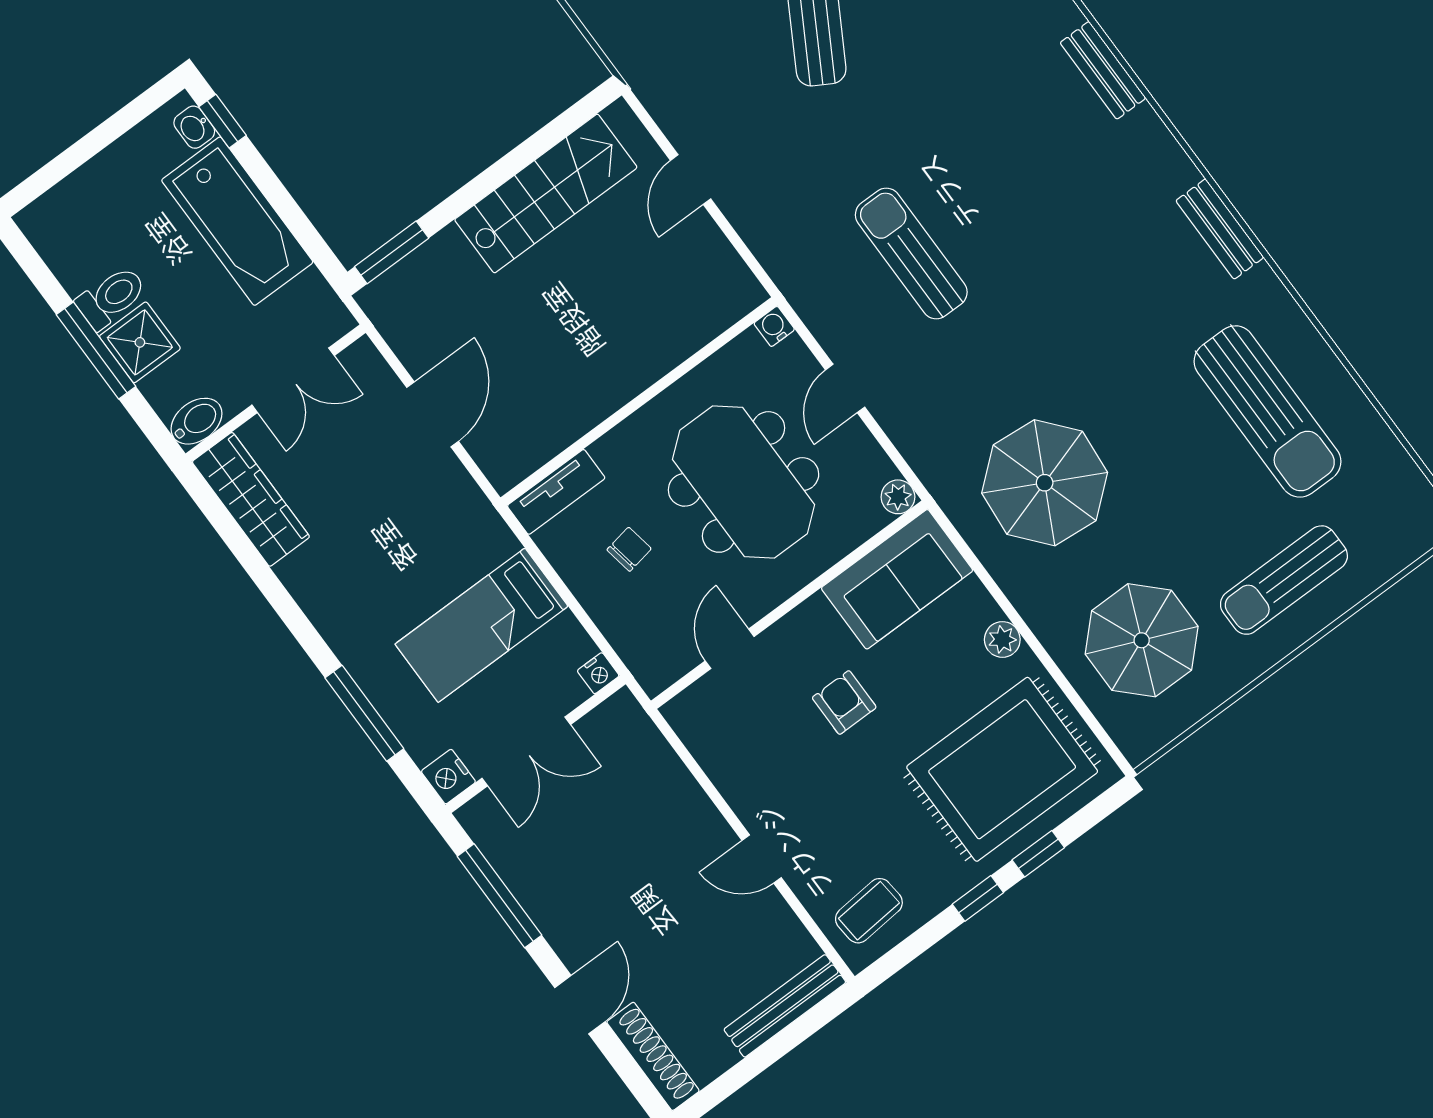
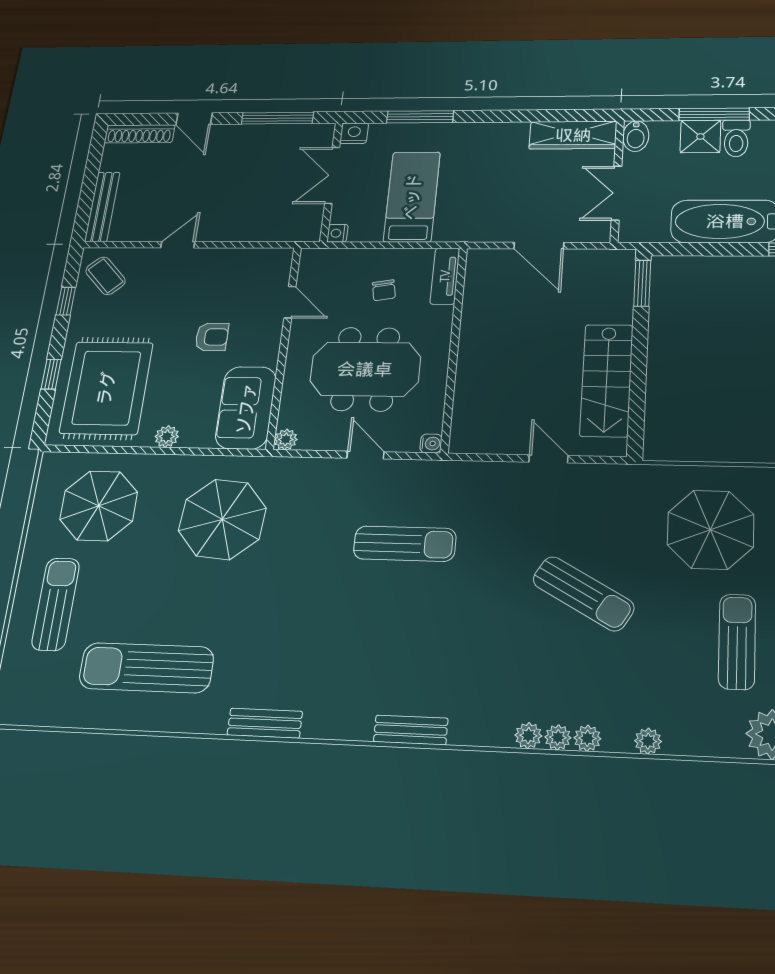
window: (978, 898) -> (66, 301), moved
coffee table: (869, 911) -> (105, 276), turned -38

